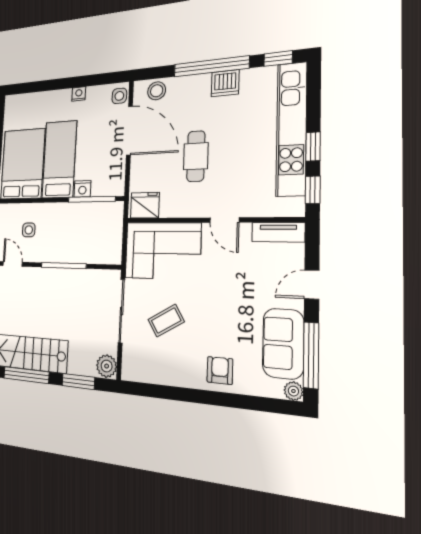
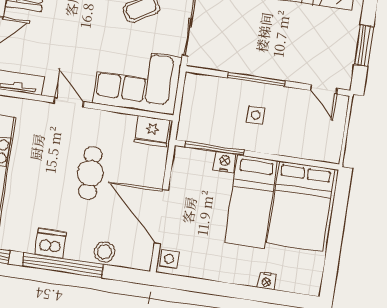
stool: (157, 91) -> (104, 252), moved
nightstand: (79, 94) -> (266, 281), moved
side table: (29, 230) -> (256, 115), moved

